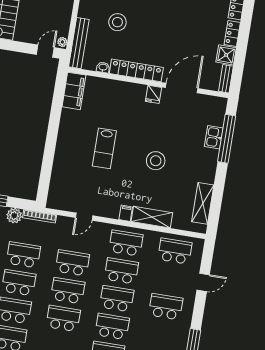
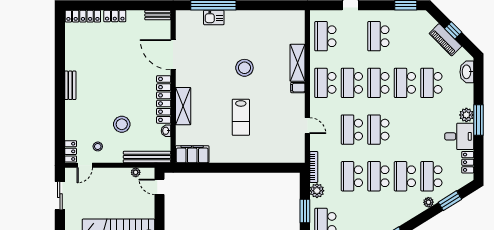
plant: (62, 42) -> (136, 172), moved
shower: (226, 55) -> (136, 18), removed
fridge: (154, 94) -> (183, 80), removed
lab bench: (104, 148) -> (241, 117), turned 90
shelving: (203, 203) -> (183, 106), moved, turned 90
school desk: (63, 318) -> (405, 130), removed

